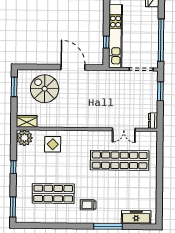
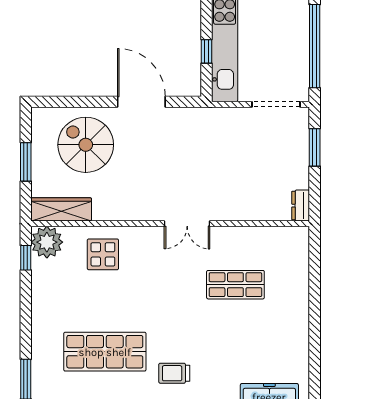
window: (14, 87) -> (26, 162), moved
wardrobe: (27, 121) -> (61, 209), width x1.50
double door: (124, 129) -> (187, 224), moved
shop shelf: (120, 160) -> (235, 285), width x0.50, depth x0.74
window: (13, 167) -> (26, 258), moved

